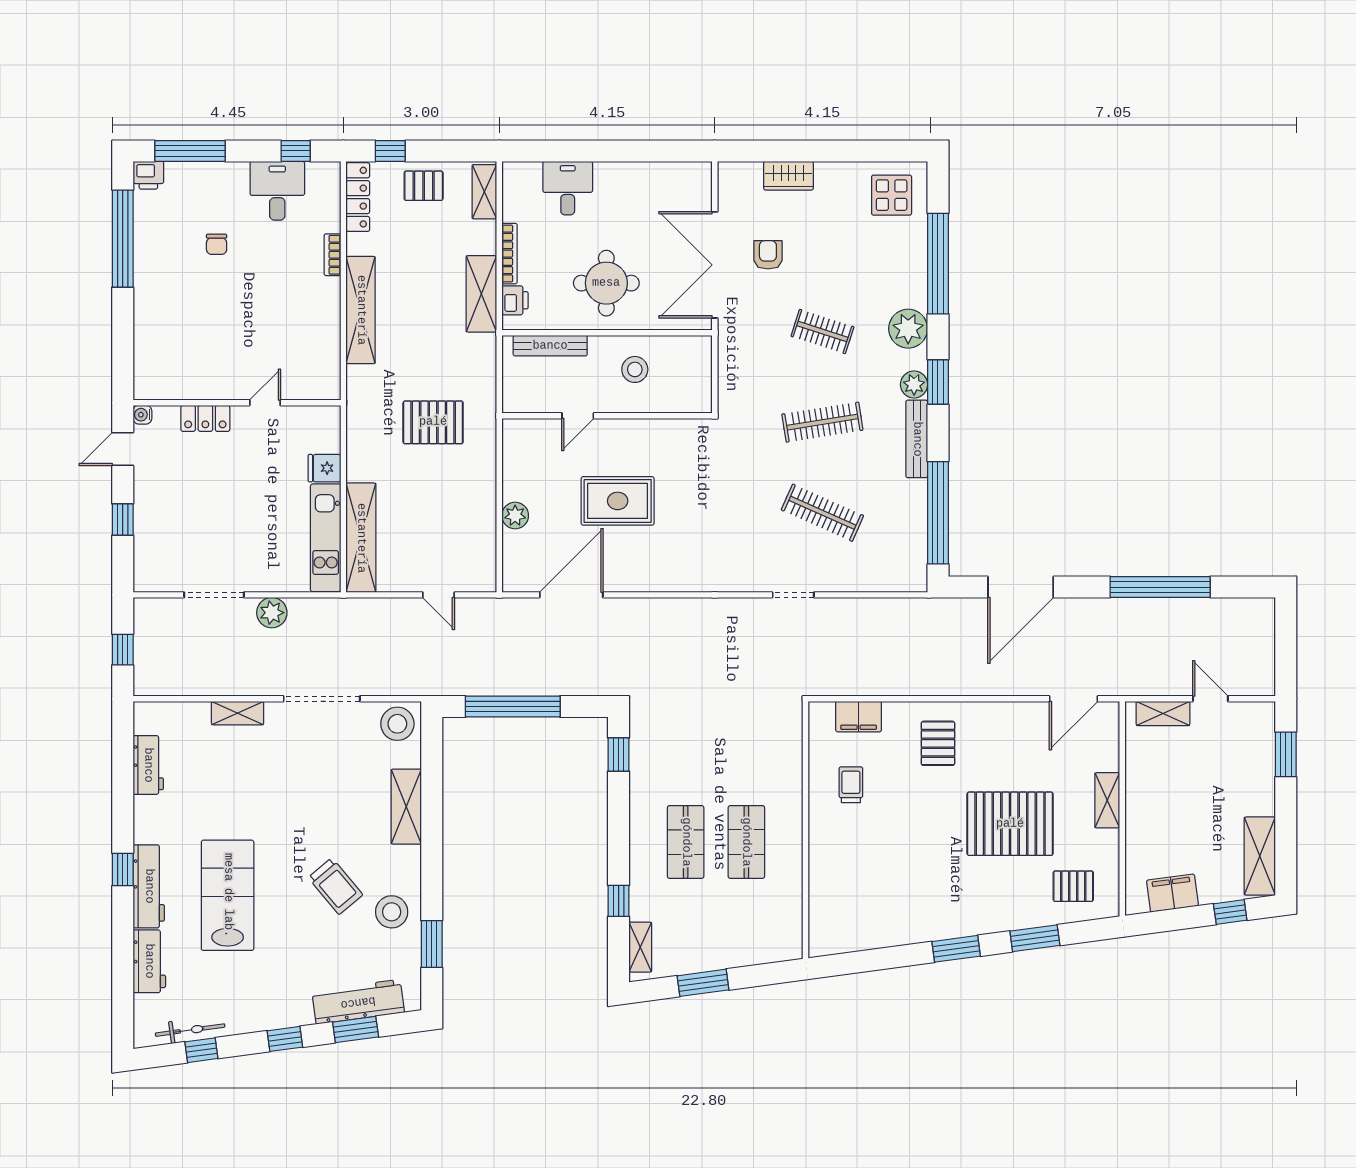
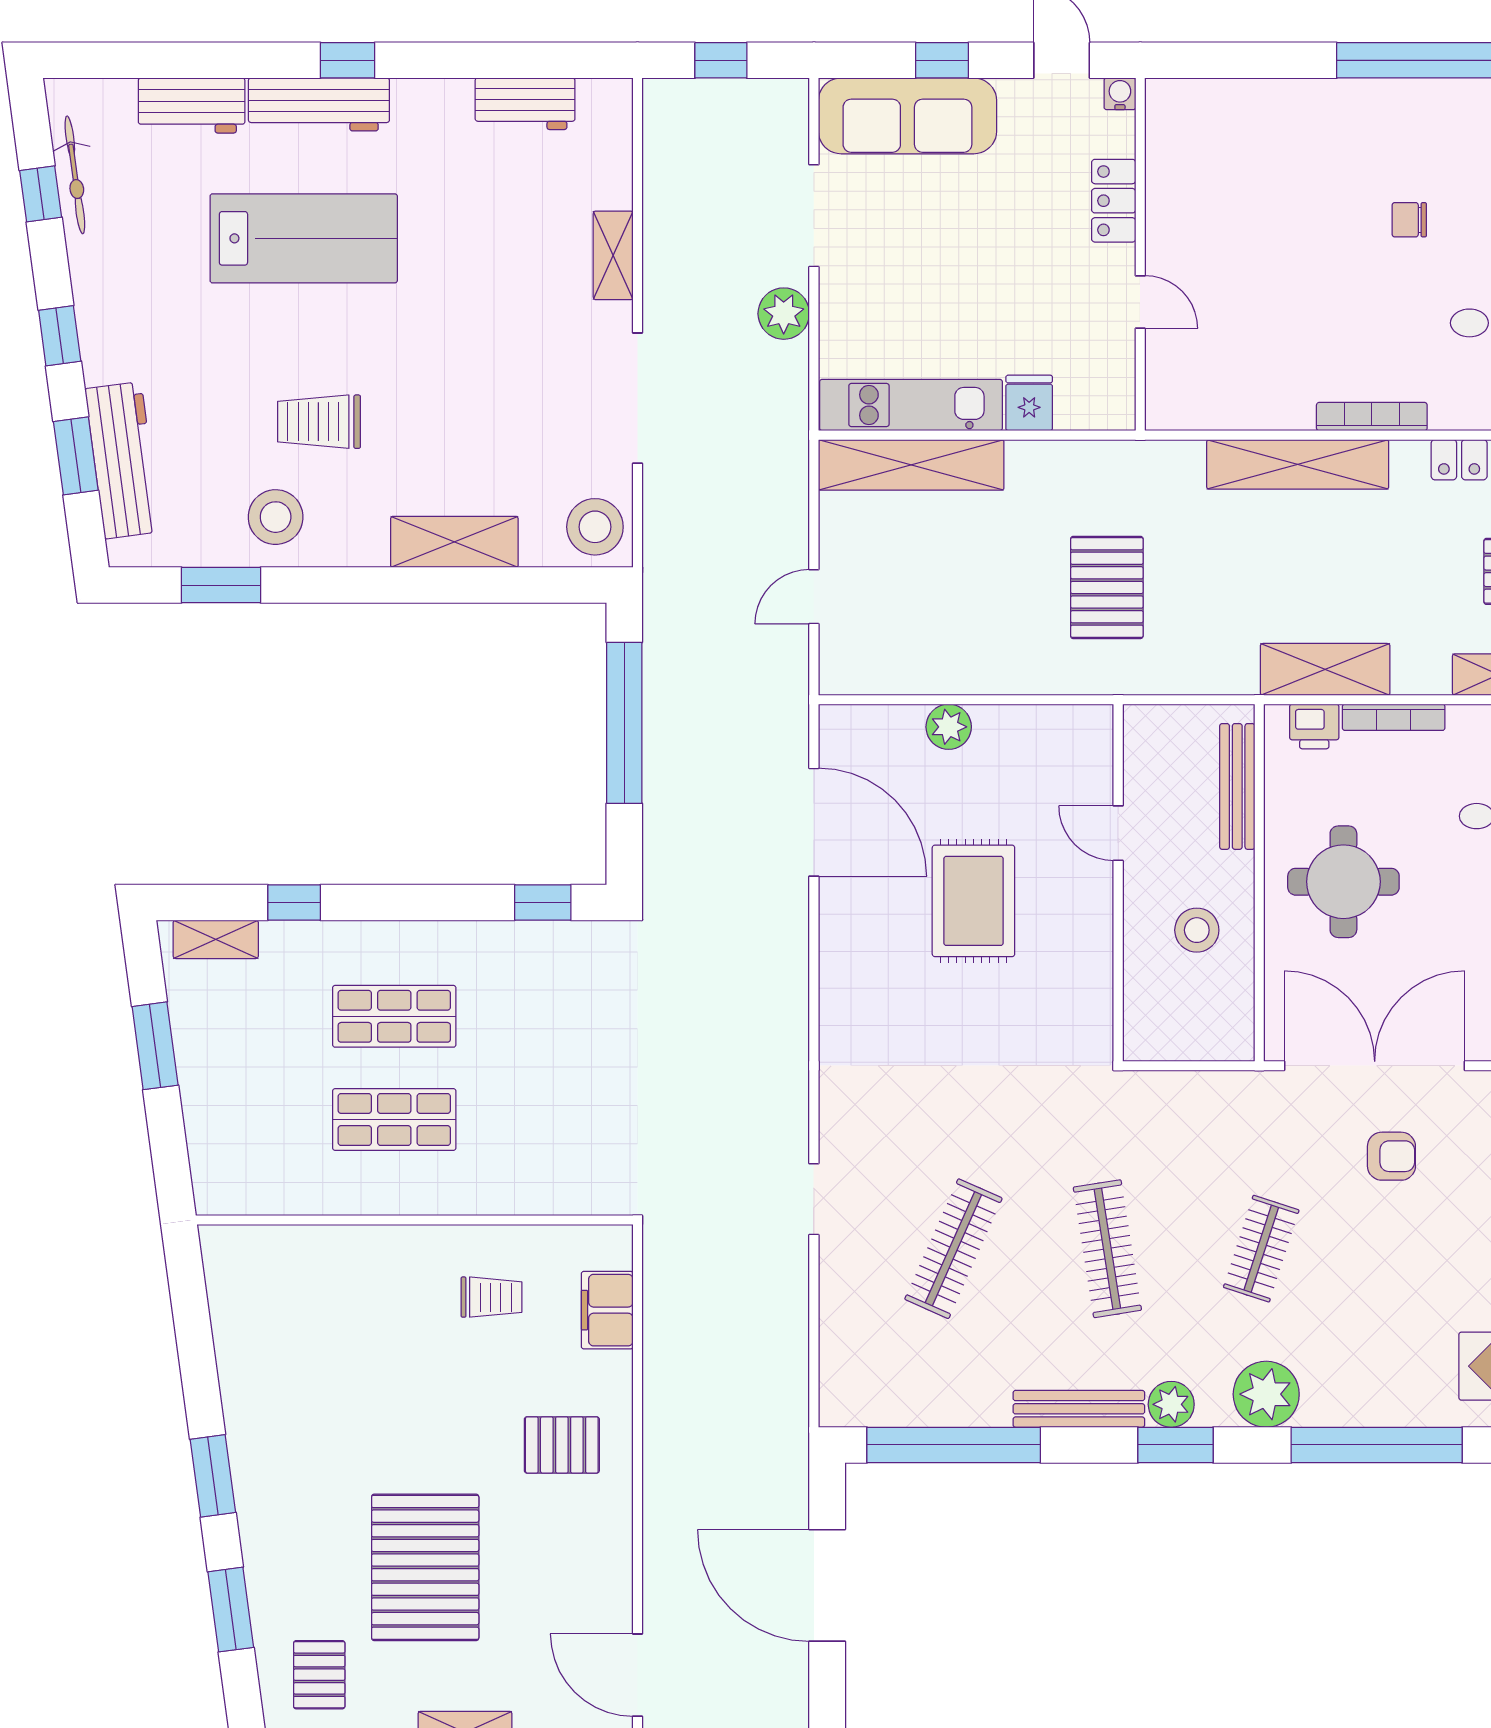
bookcase: (332, 255) -> (1372, 417), width x1.56
sofa: (155, 540) -> (907, 116), added
trolley: (335, 886) -> (319, 422), turned 40

